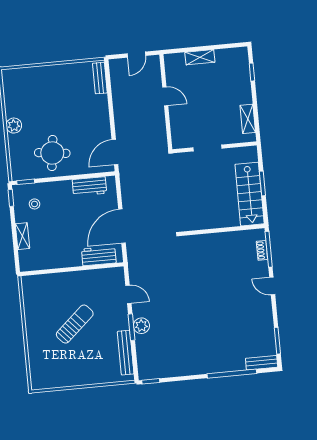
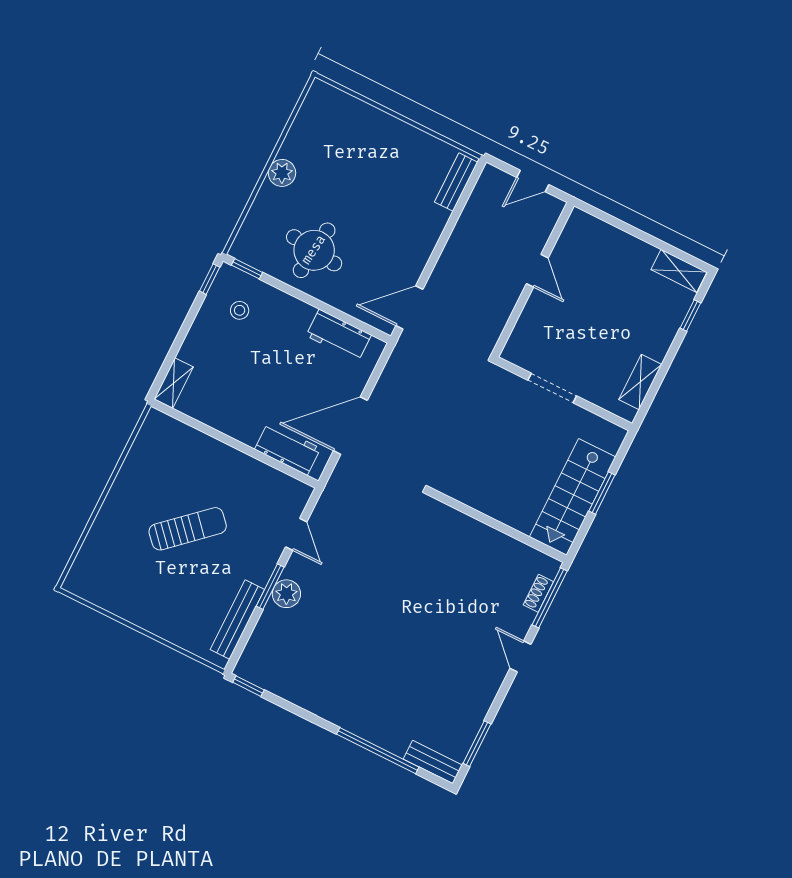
shelving: (200, 57) -> (679, 271), moved
shelving: (22, 236) -> (174, 383), moved

